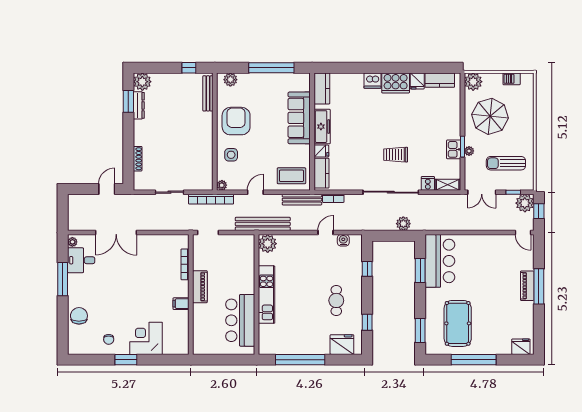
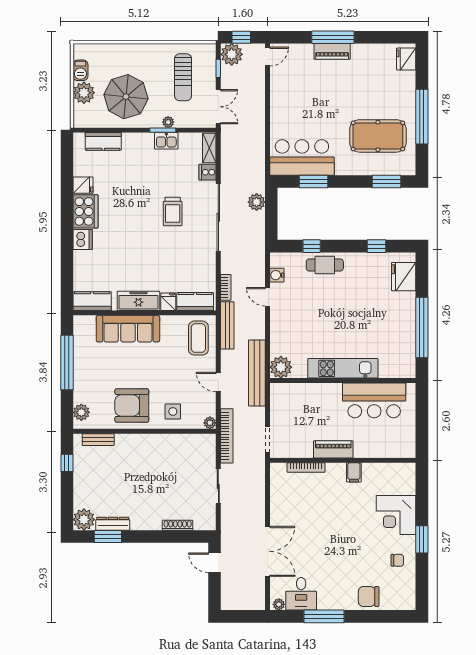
kitchen counter: (440, 80) -> (103, 141), moved, turned 90
plant: (473, 82) -> (84, 93), moved
bench: (208, 93) -> (98, 440), width x0.73
cafe table: (336, 300) -> (325, 265), moved

